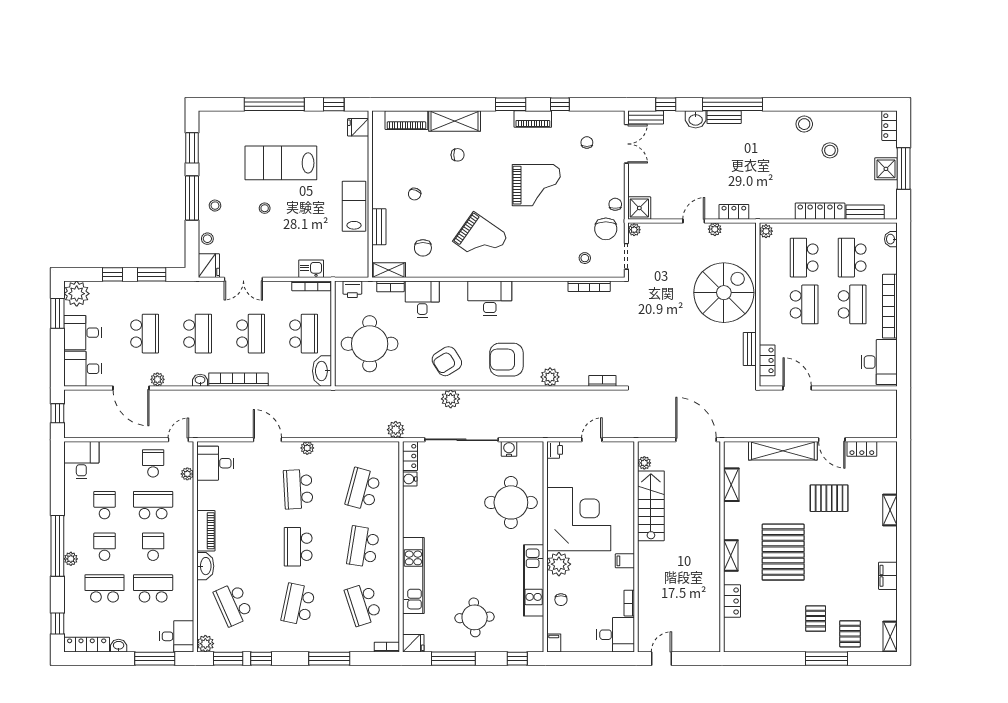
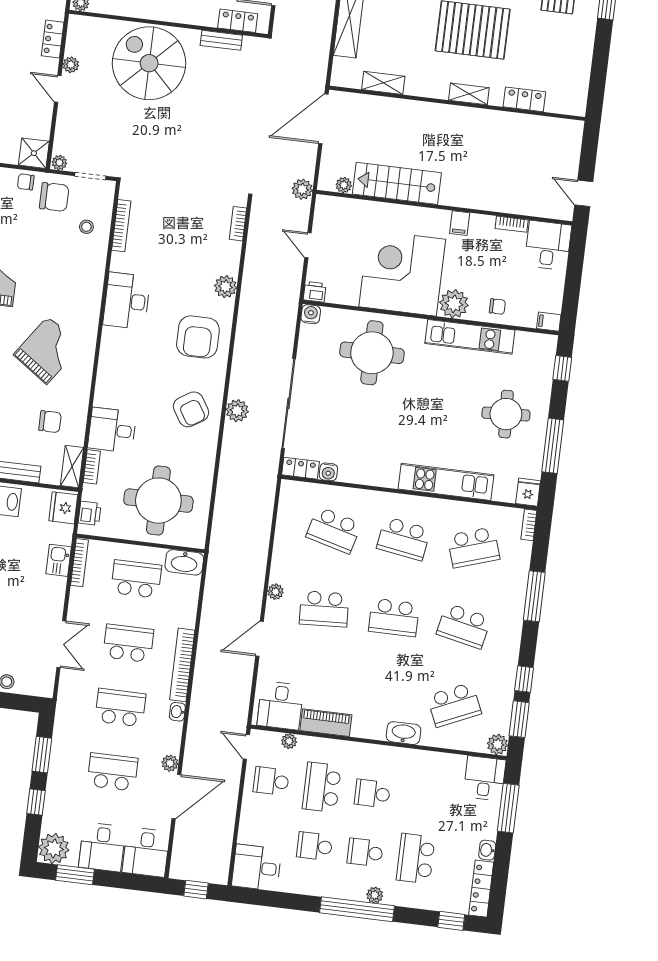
fridge: (209, 266) -> (63, 508), moved, turned -90
desk: (490, 298) -> (127, 301), moved
plant: (396, 430) -> (302, 189), moved
water cooler: (509, 449) -> (311, 314), moved, turned 90
piano: (206, 531) -> (326, 723), moved
school desk: (153, 588) -> (423, 800), removed

